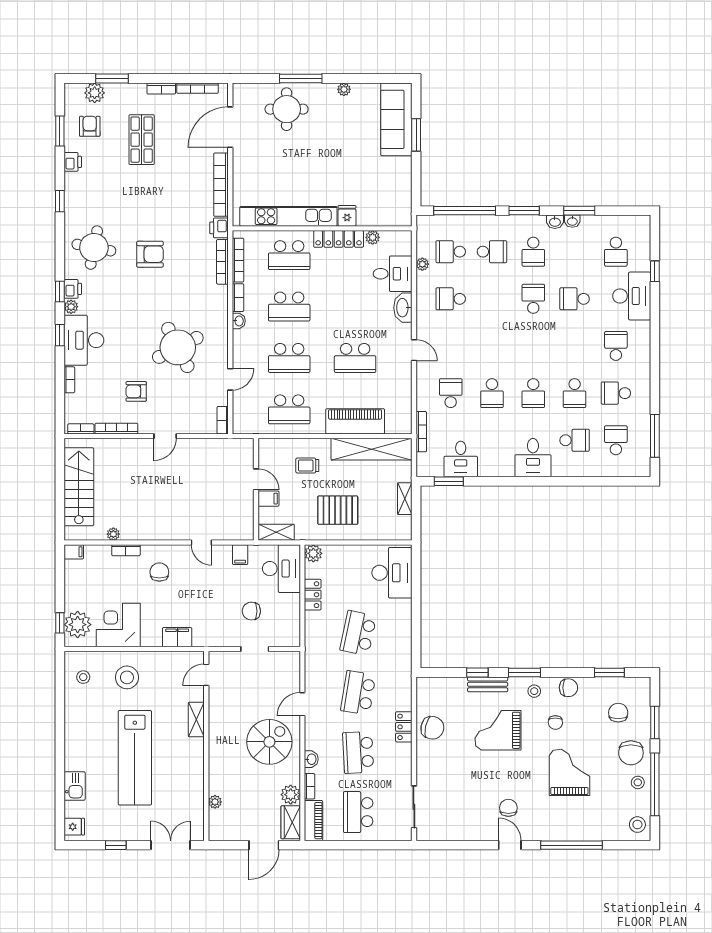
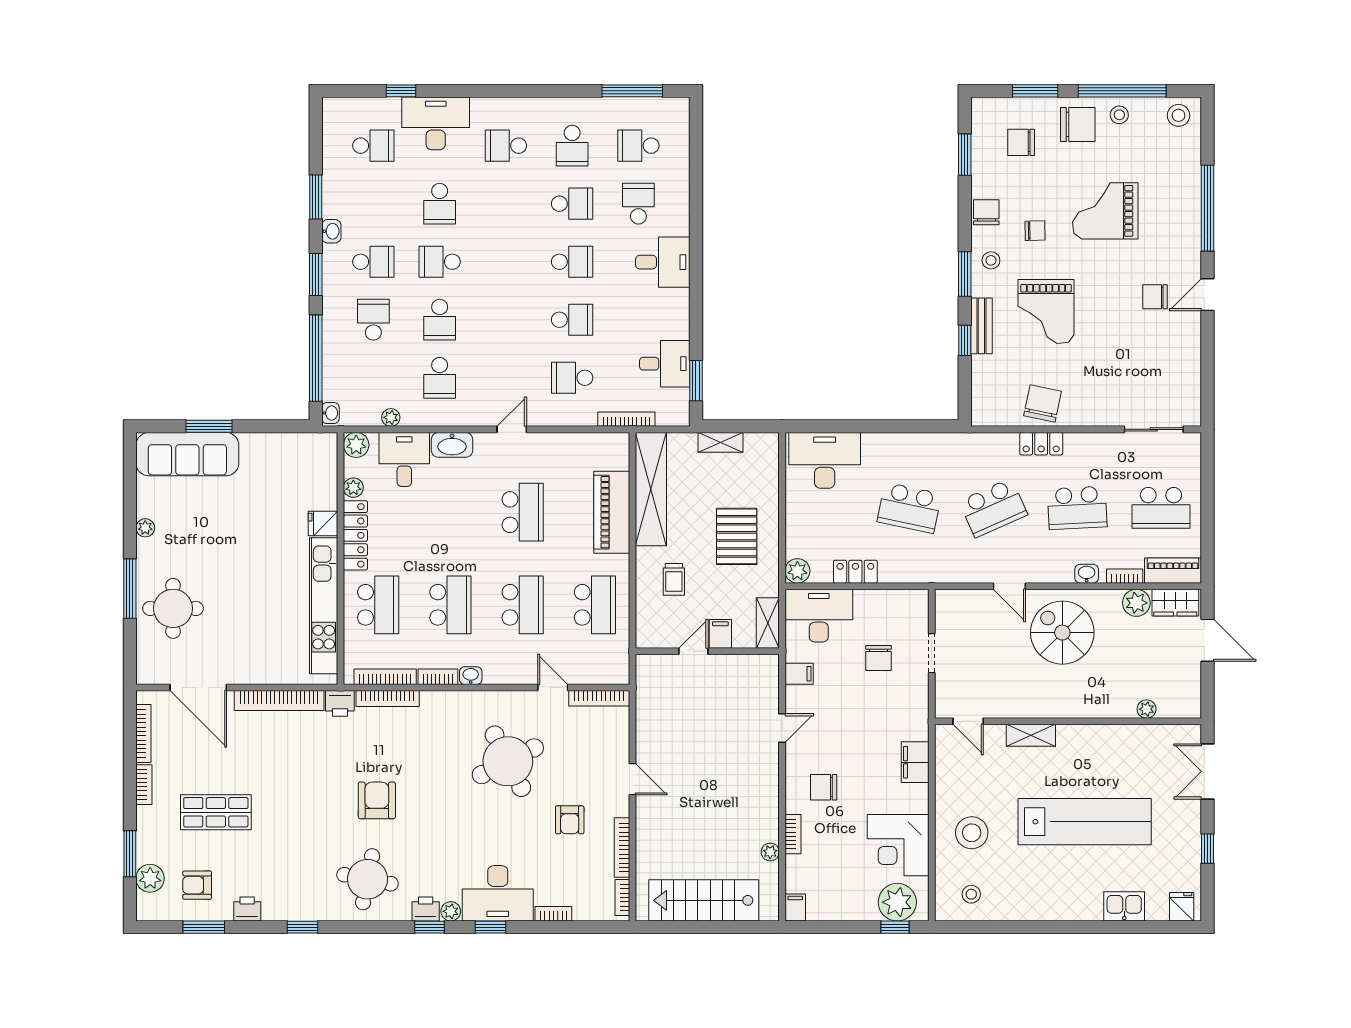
washbasin: (572, 221) -> (330, 413), moved
plant: (403, 239) -> (356, 445), added
school desk: (451, 252) -> (440, 320), moved
bookcase: (223, 420) -> (599, 698), width x1.56
school desk: (358, 693) -> (993, 508), turned -33

